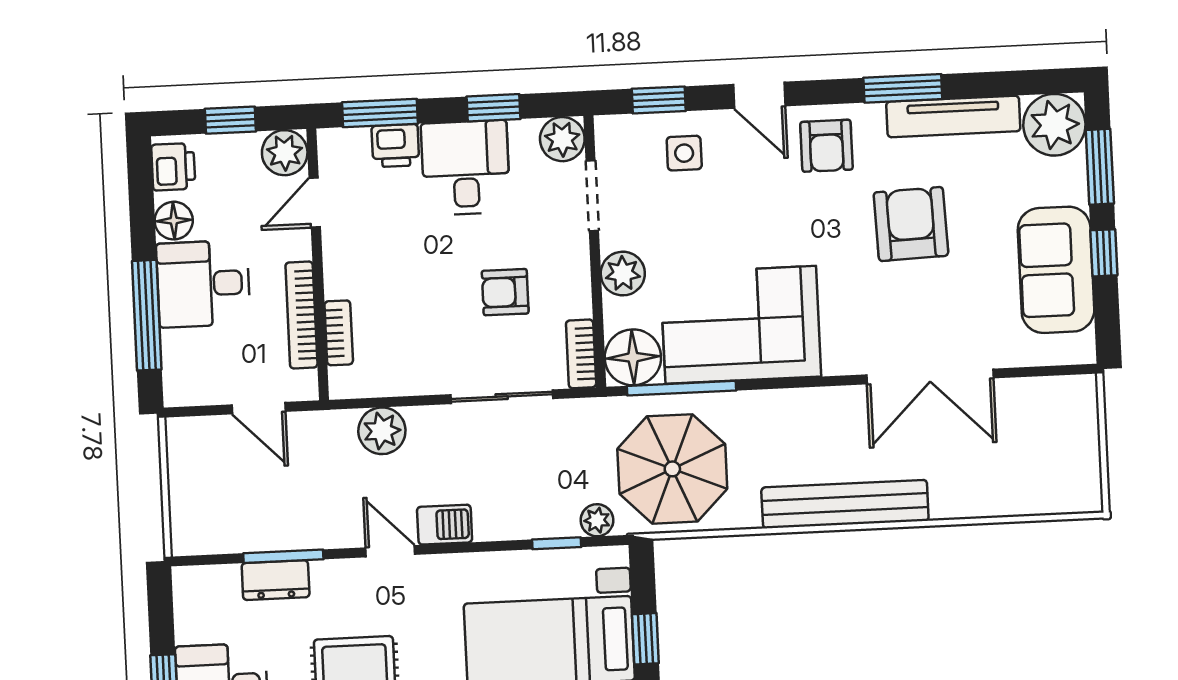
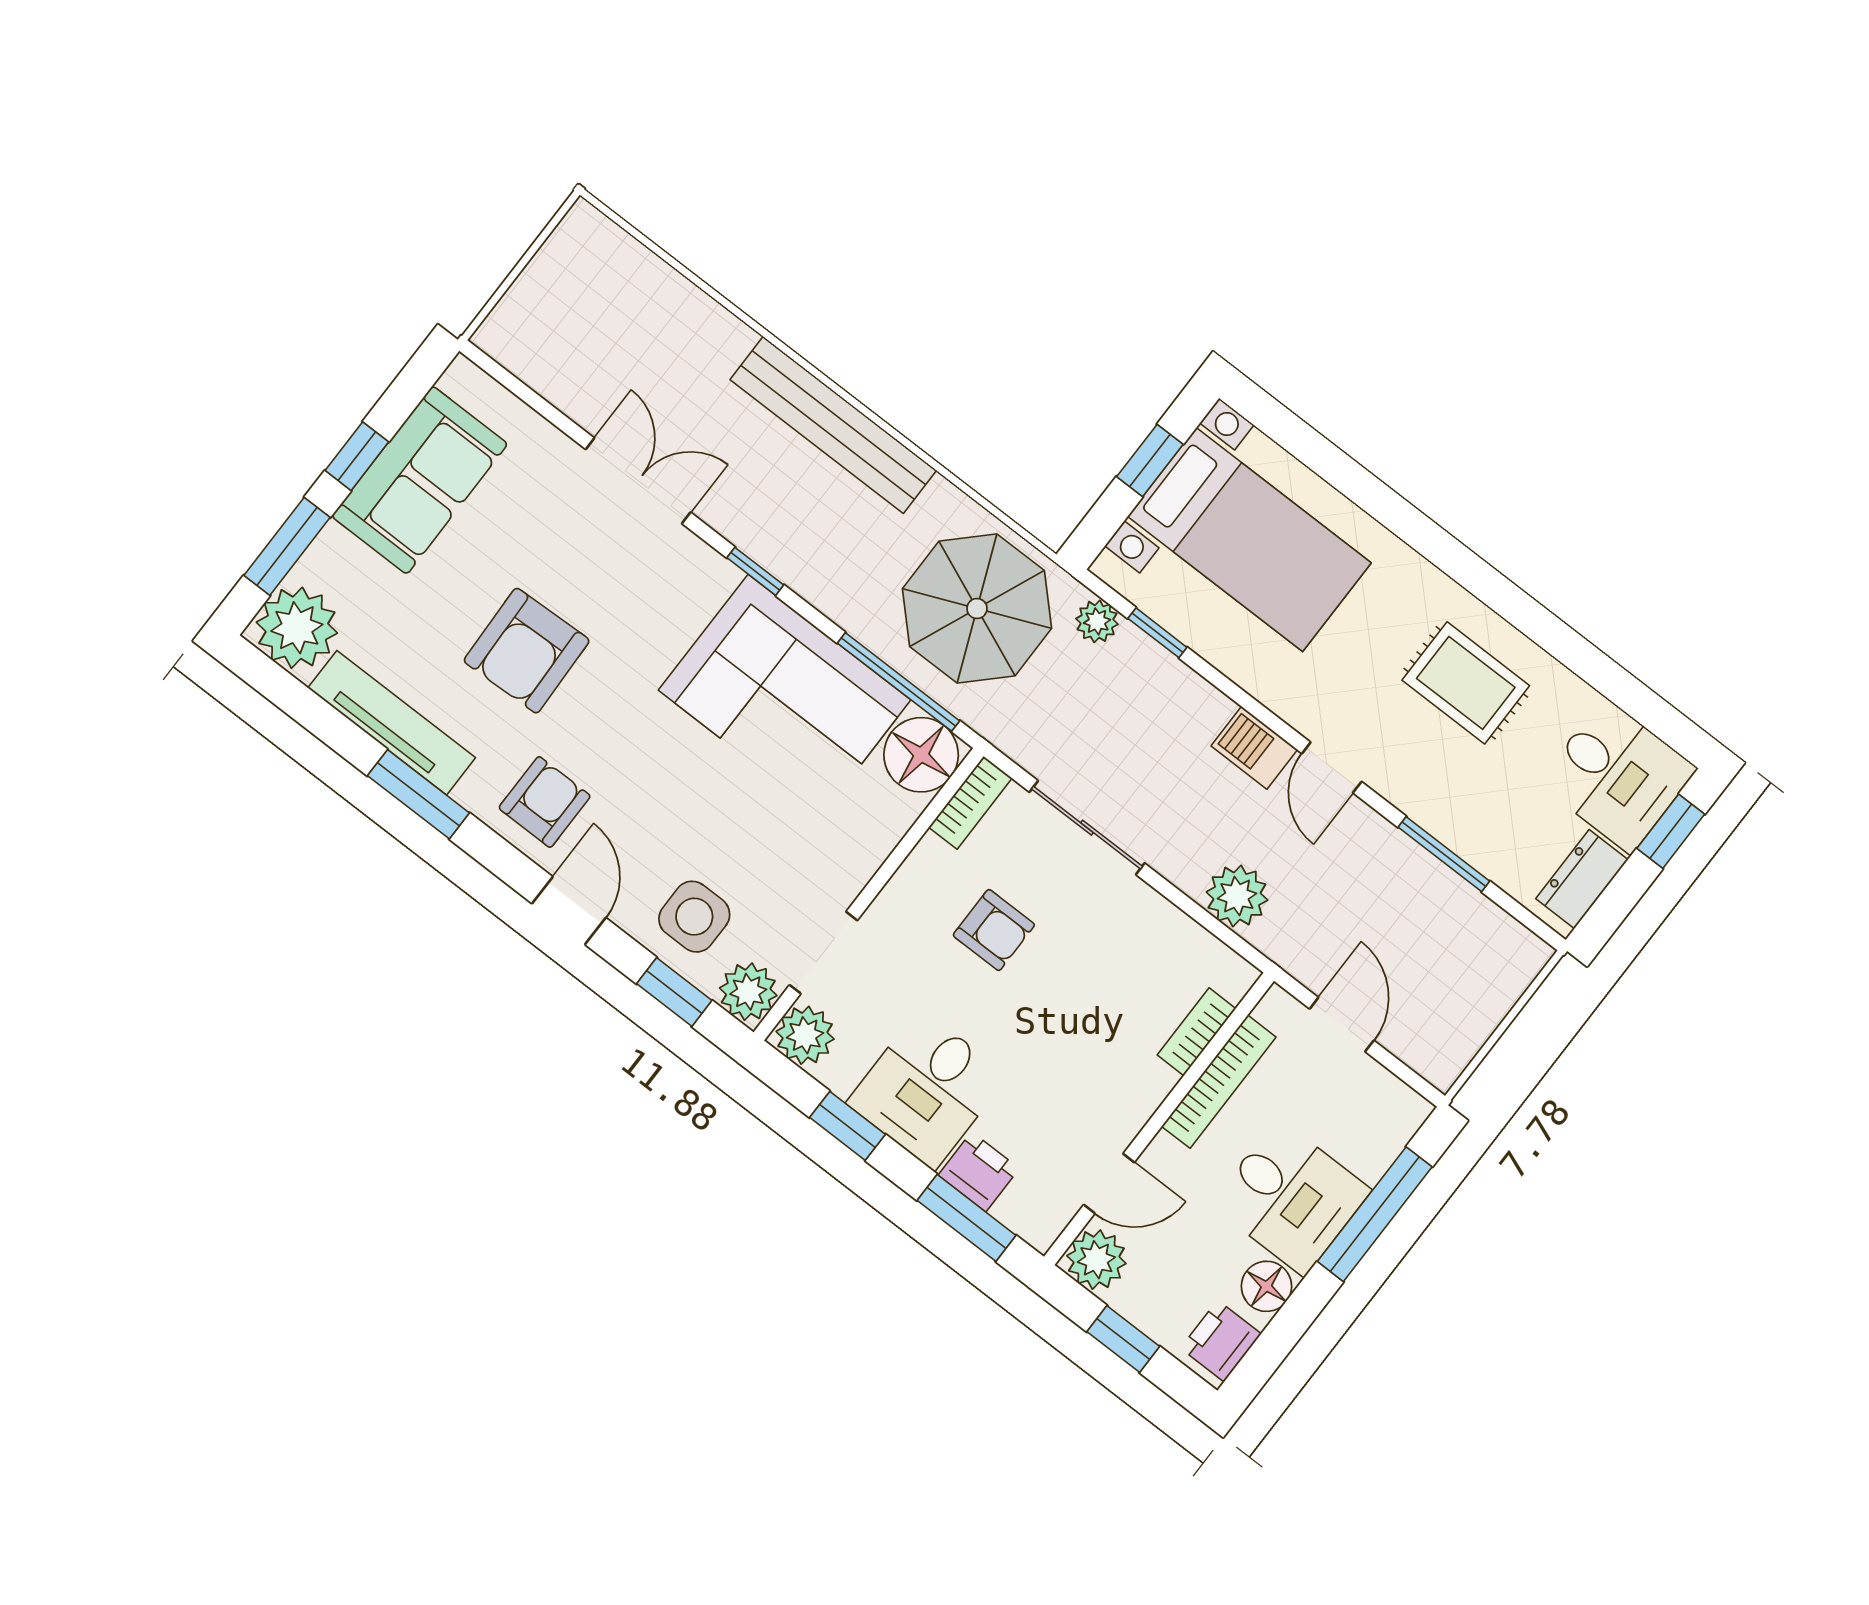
side table: (684, 153) -> (694, 917), width x1.37, depth x1.37
plant: (623, 274) -> (748, 992), moved
double door: (930, 376) -> (638, 481), width x0.73
window: (818, 382) -> (755, 571), added
dresser: (276, 580) -> (1582, 879), moved, turned -90

